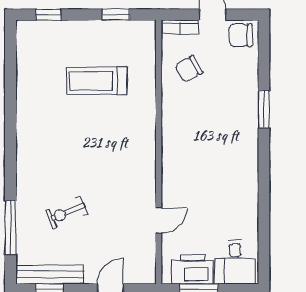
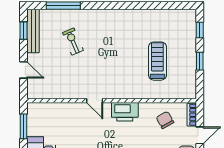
window: (116, 15) -> (200, 61), moved
door: (159, 221) -> (95, 101), moved
printer: (192, 269) -> (125, 112), moved, turned 90

